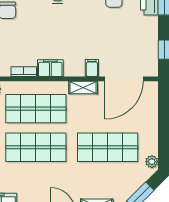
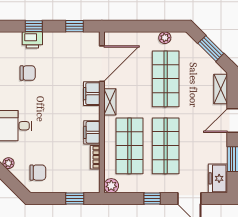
filing cabinet: (92, 68) -> (92, 94), width x2.00
door: (124, 79) -> (102, 64), hinge flipped
plant: (152, 162) -> (165, 38), moved

